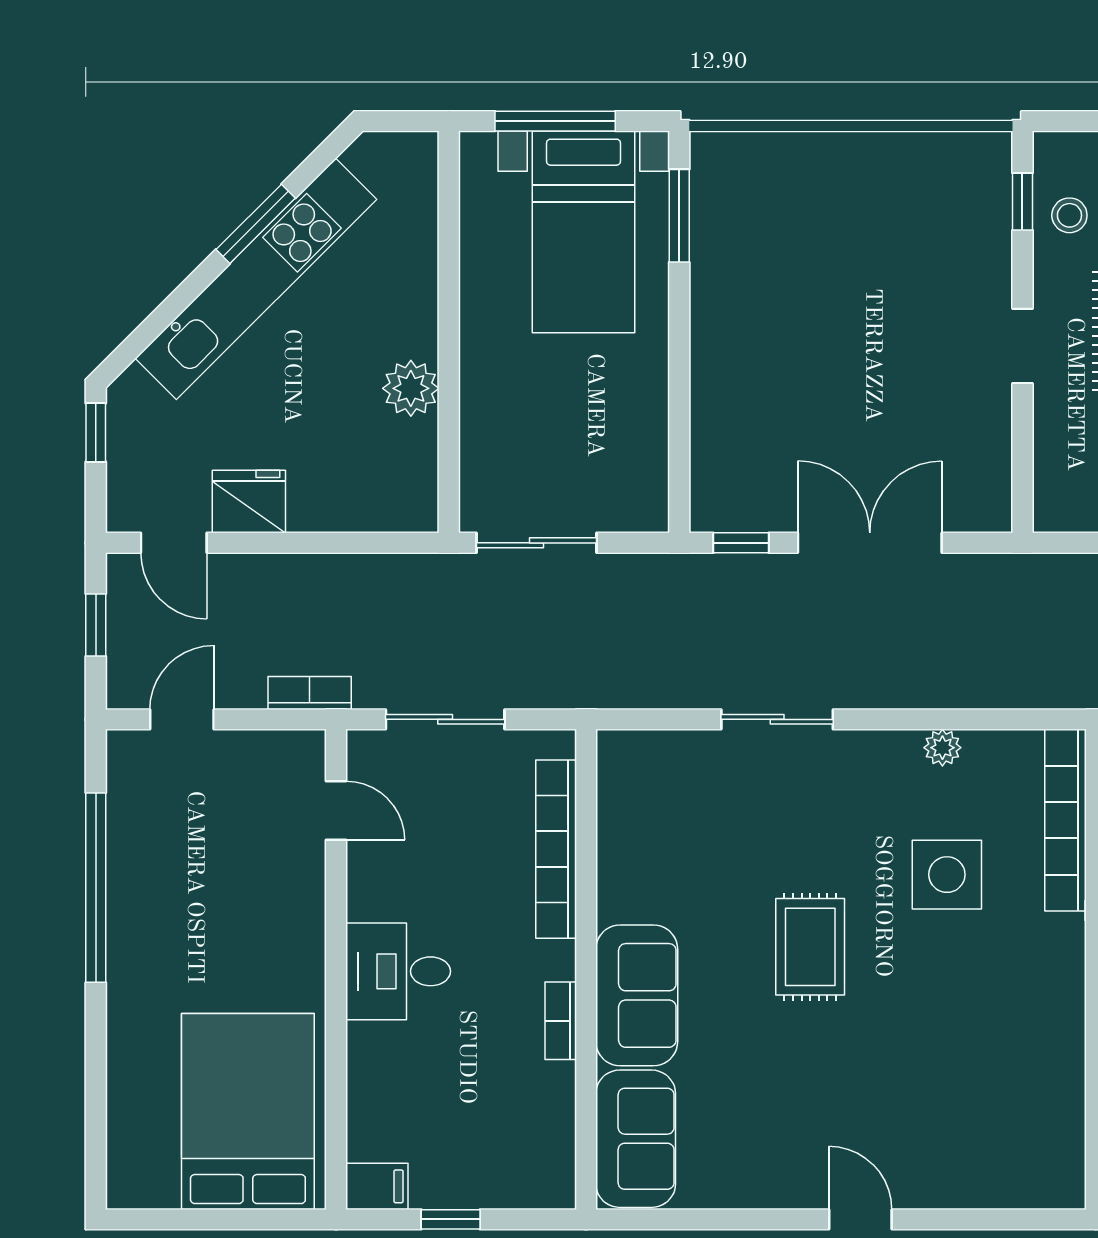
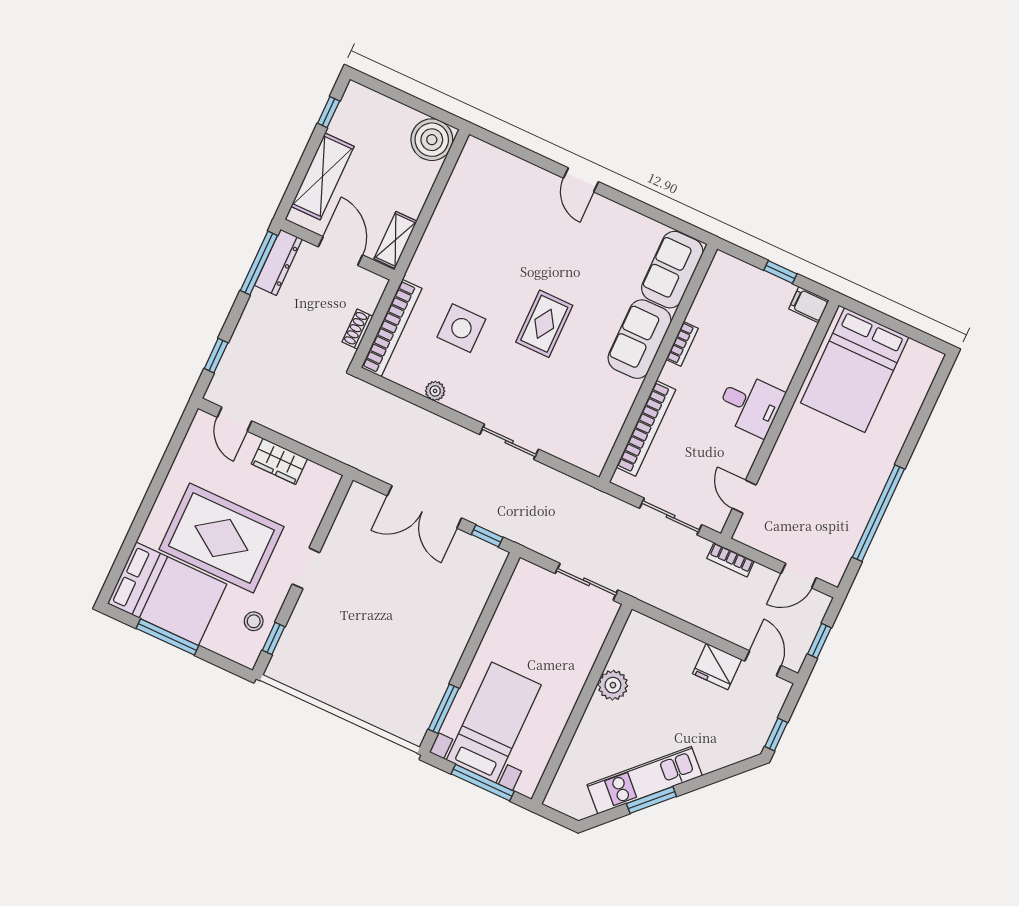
kitchen unit: (256, 279) -> (645, 780), width x0.73

